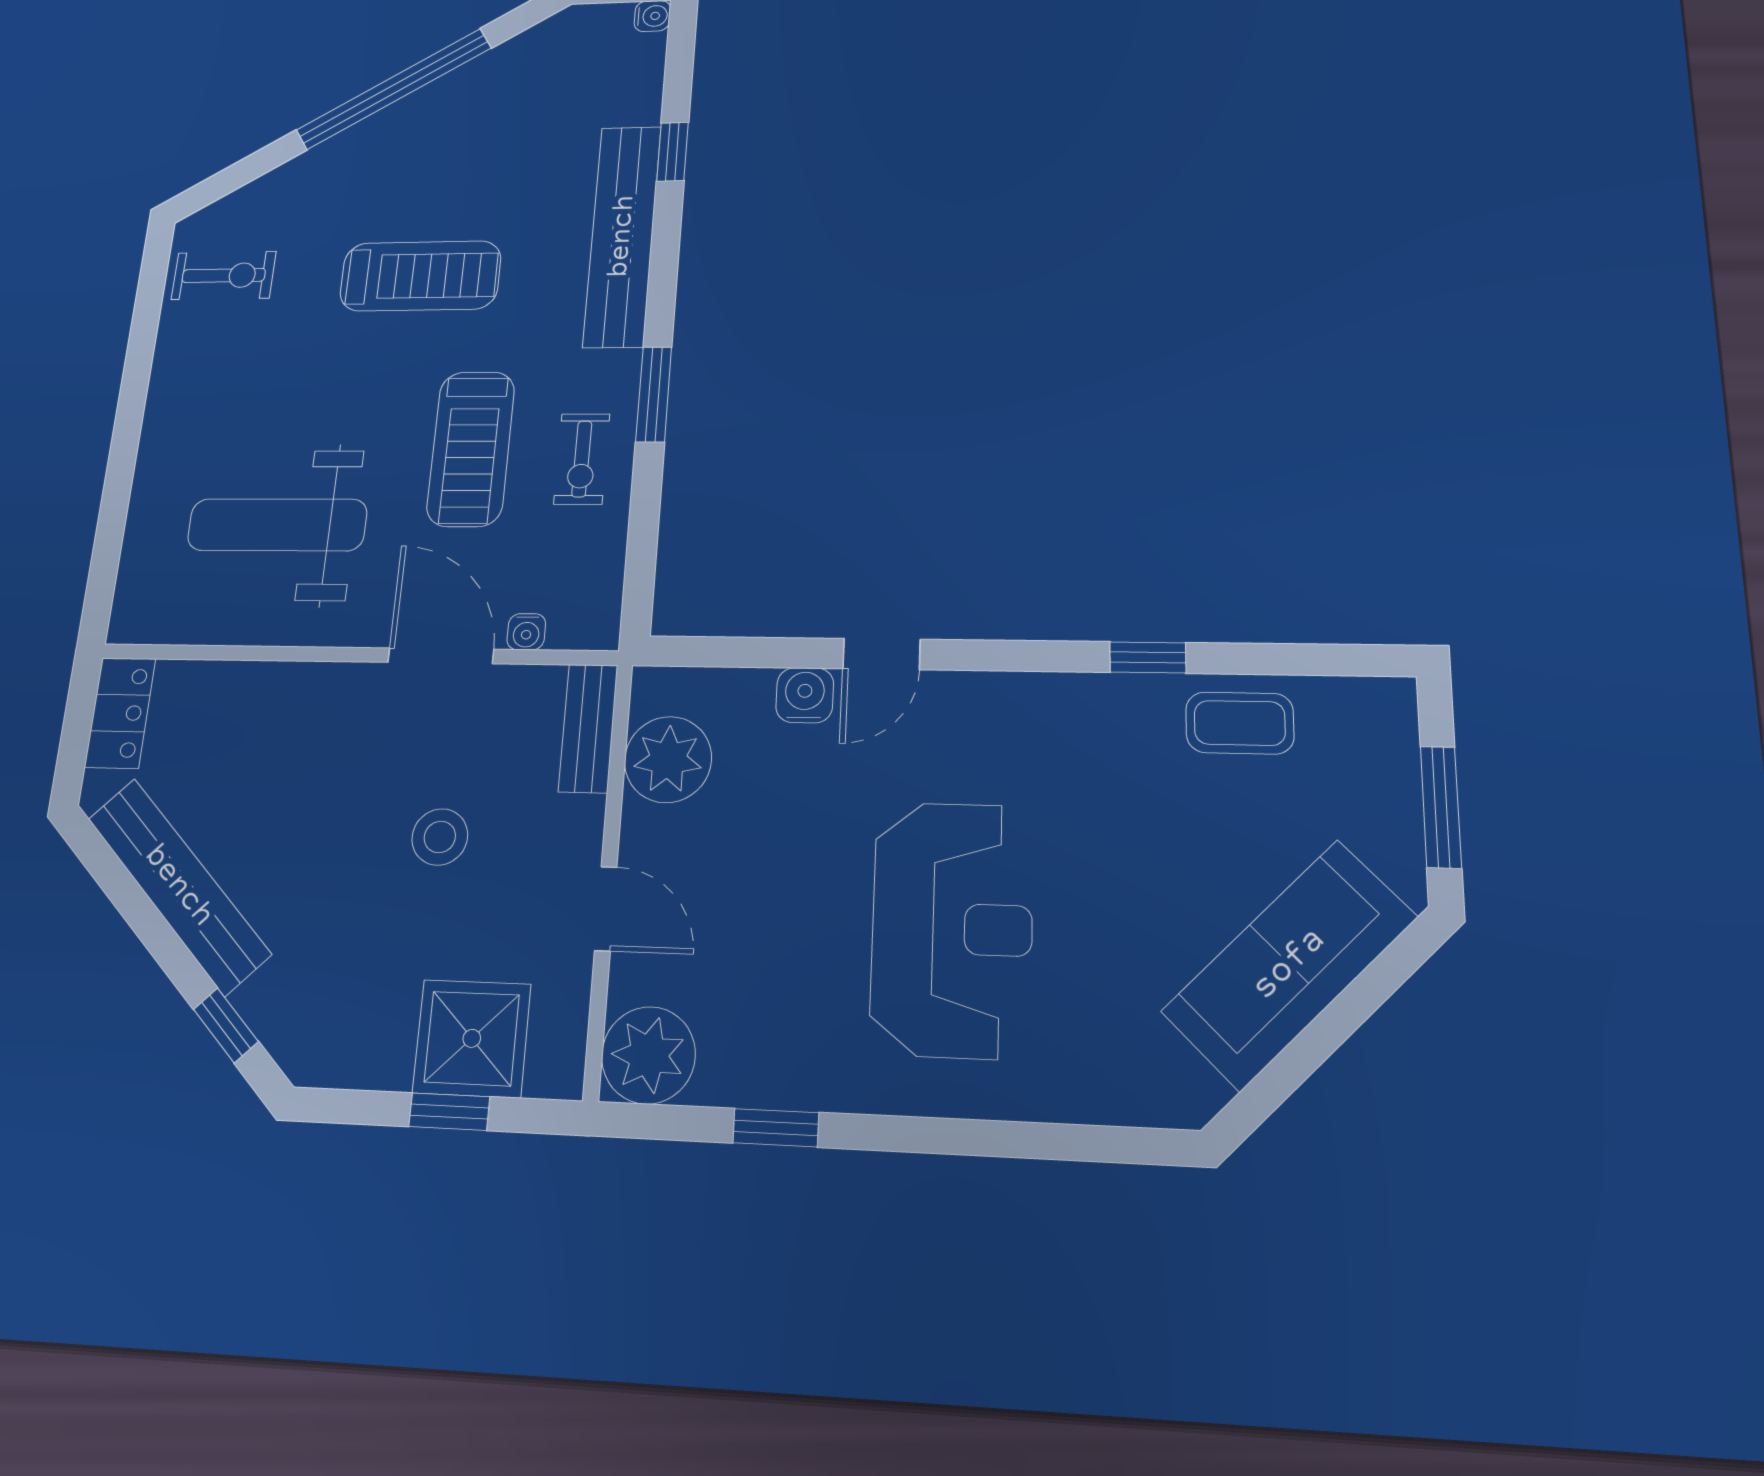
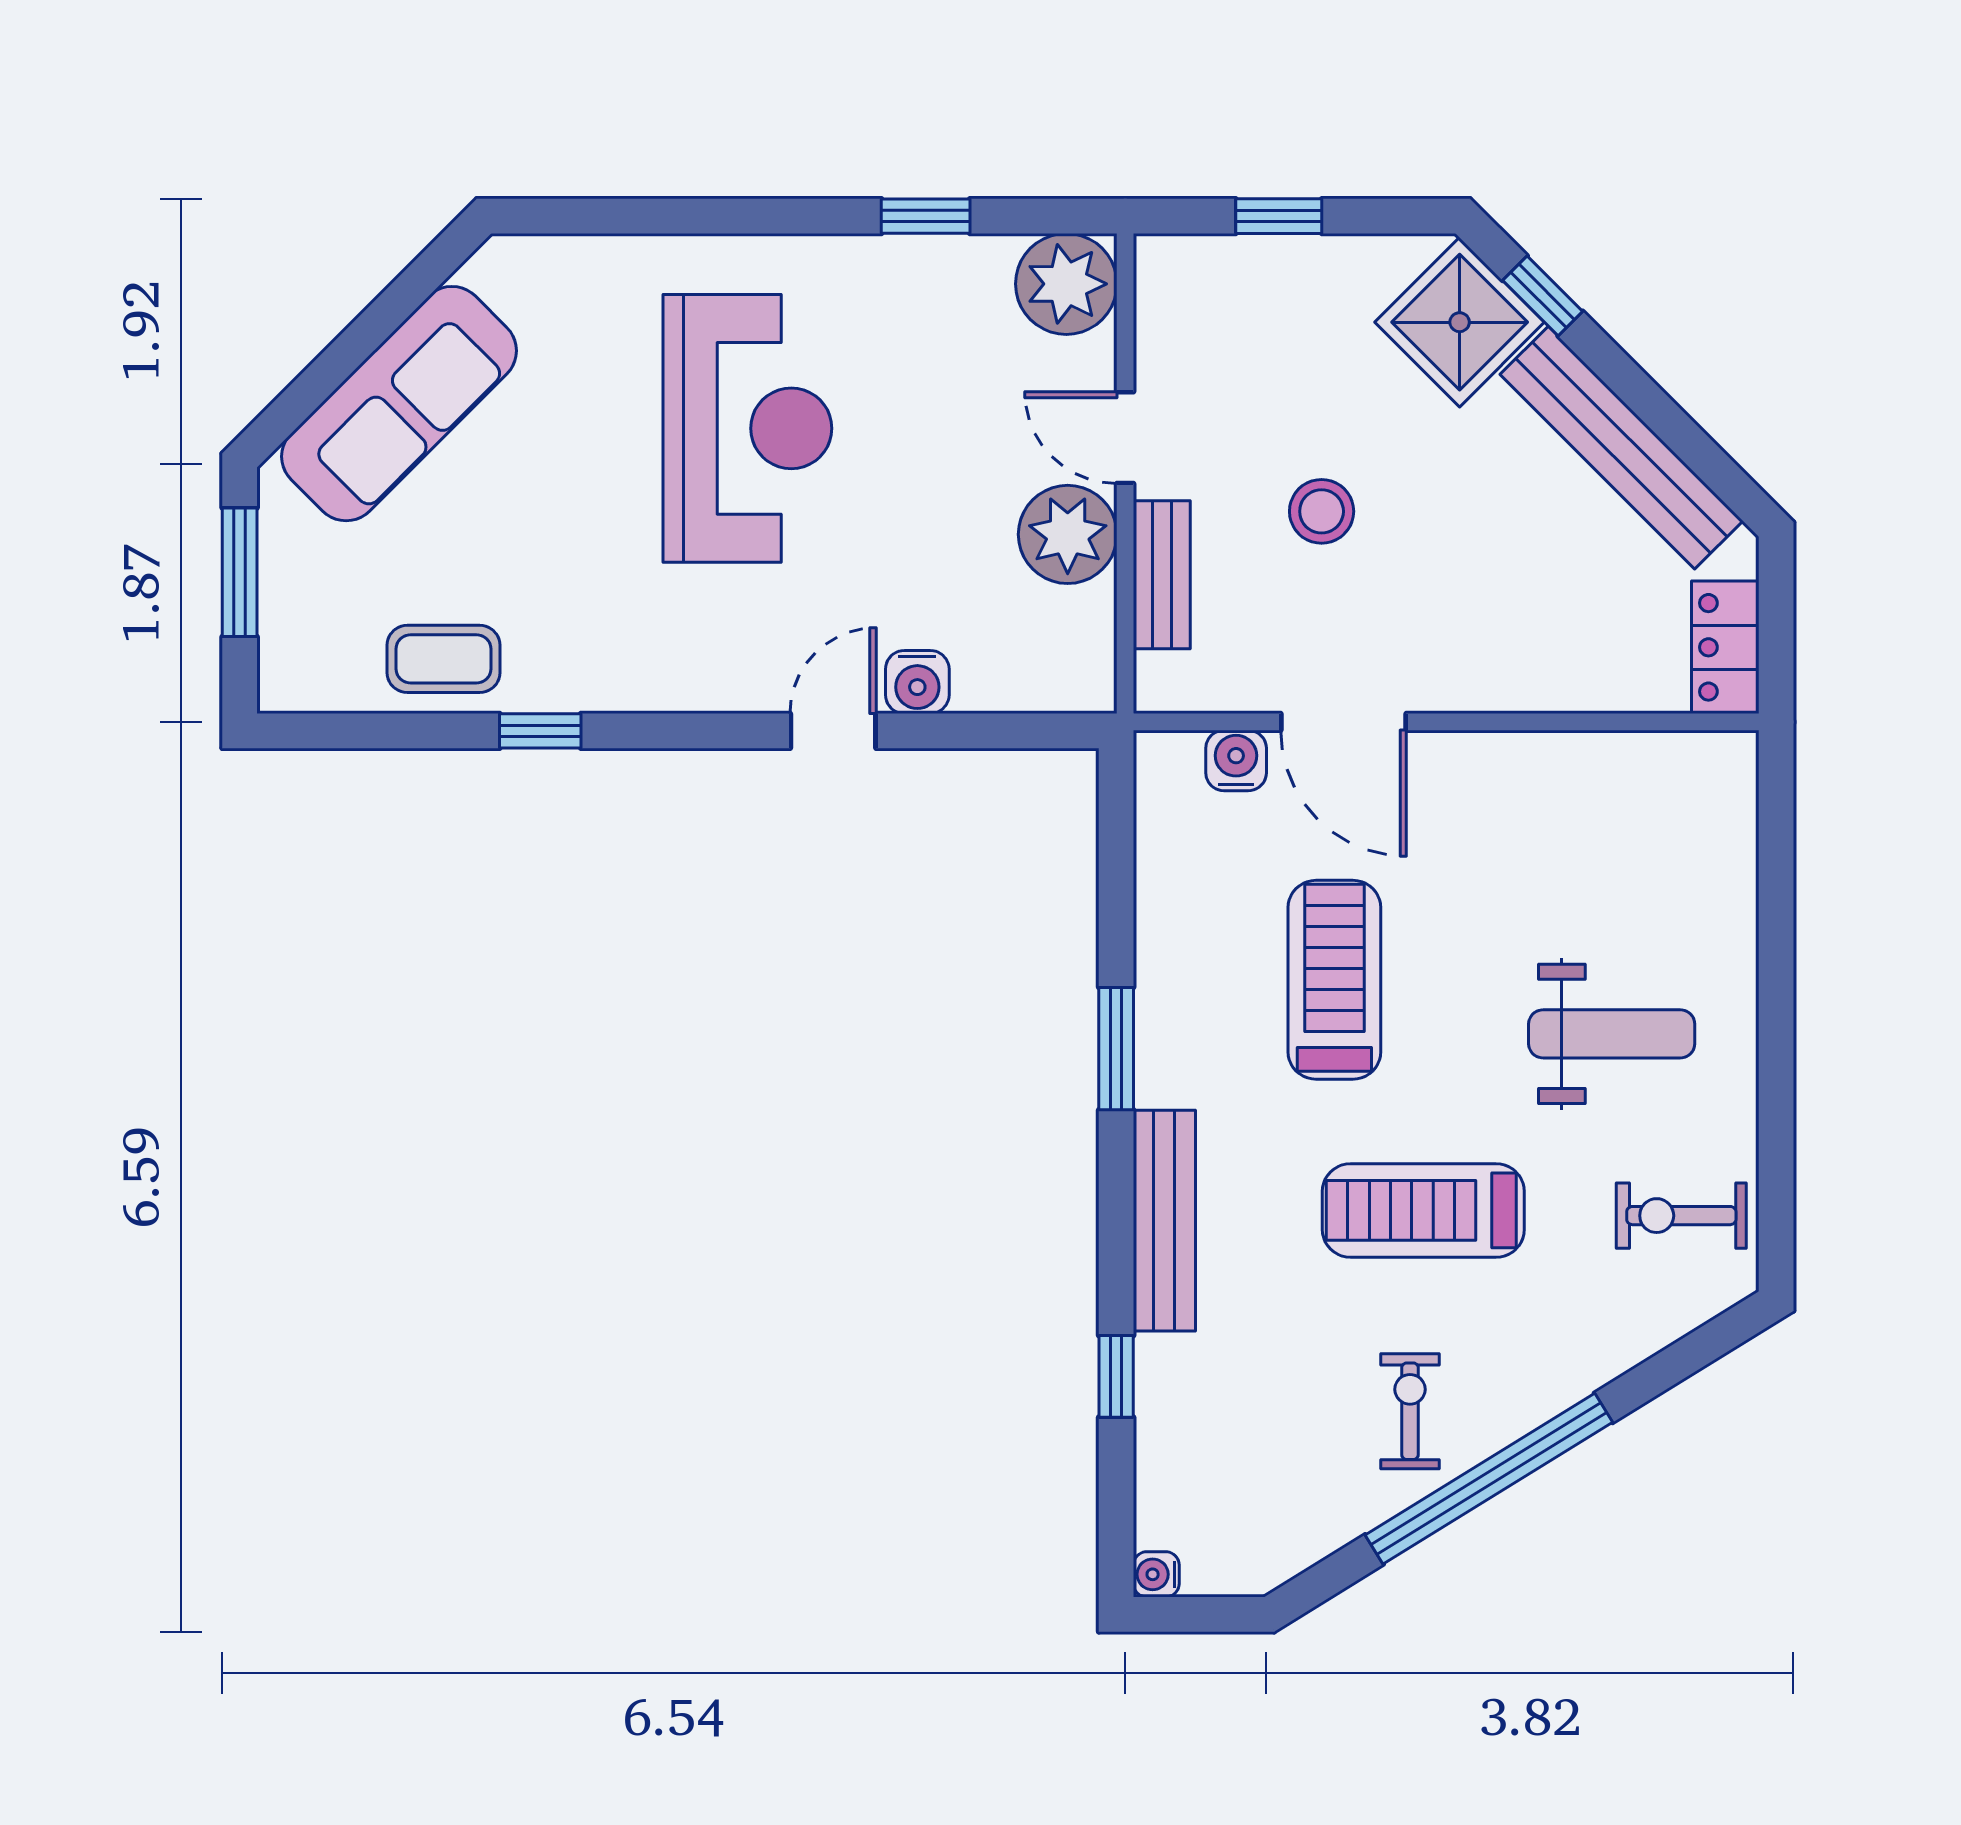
bench: (622, 236) -> (1164, 1221), width x0.73, depth x0.82
exercise bike: (582, 459) -> (1410, 1411), moved
weight bench: (277, 525) -> (1612, 1034), moved, width x0.73, depth x0.75
water cooler: (526, 632) -> (1236, 761), width x1.38, depth x1.38
bench: (588, 728) -> (1162, 575), moved
plant: (668, 760) -> (1068, 534), moved
reception desk: (952, 929) -> (747, 428), turned 180
shower: (472, 1038) -> (1460, 322), moved, turned 45

